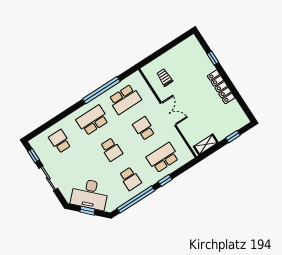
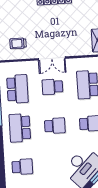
double door: (168, 114) -> (52, 58), swing flipped
school desk: (60, 141) -> (22, 167), turned 180

